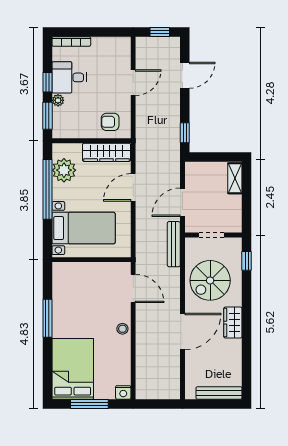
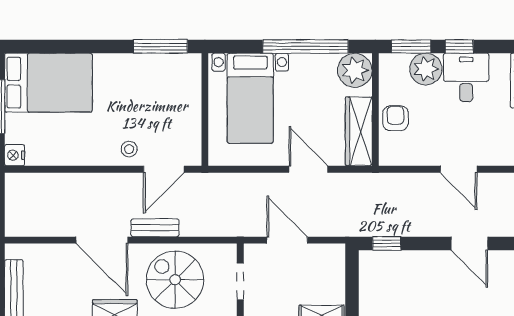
plant: (58, 100) -> (426, 69), width x1.88, depth x1.88
armchair: (110, 122) -> (395, 118), moved
plant: (64, 170) -> (355, 70), moved
bench: (174, 244) -> (155, 228), moved, width x0.73
window: (47, 318) -> (160, 46), moved
stool: (122, 329) -> (129, 149), moved

